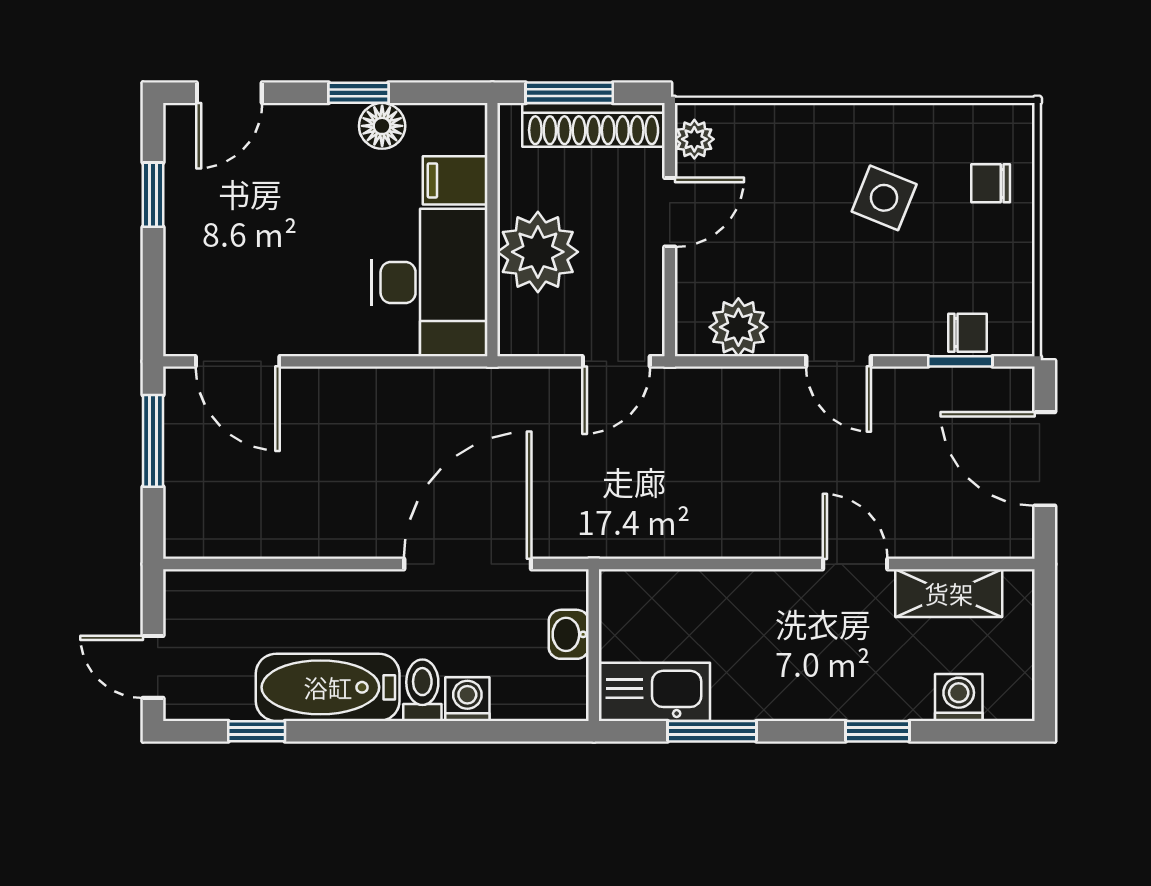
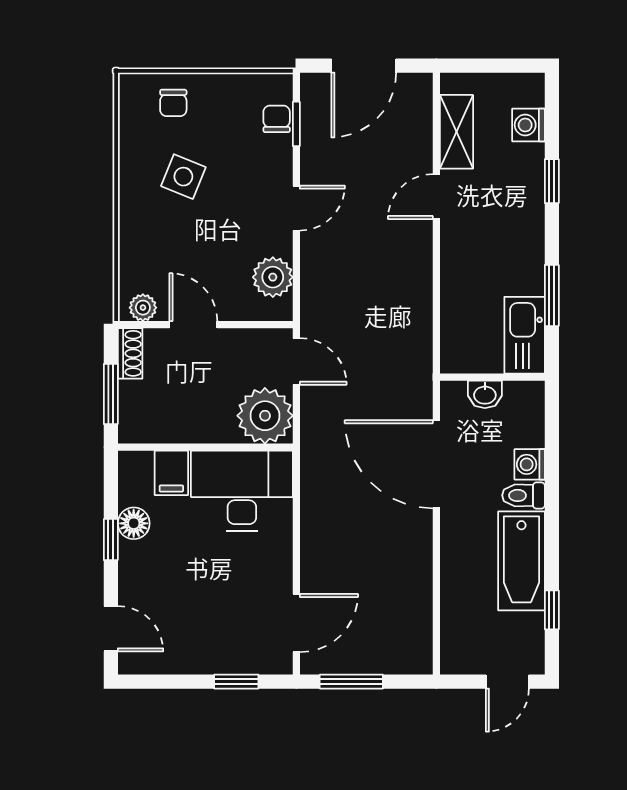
shoe rack: (594, 125) -> (130, 353), width x0.51, depth x0.81
window: (153, 195) -> (236, 682), moved
plant: (538, 252) -> (265, 416), moved

